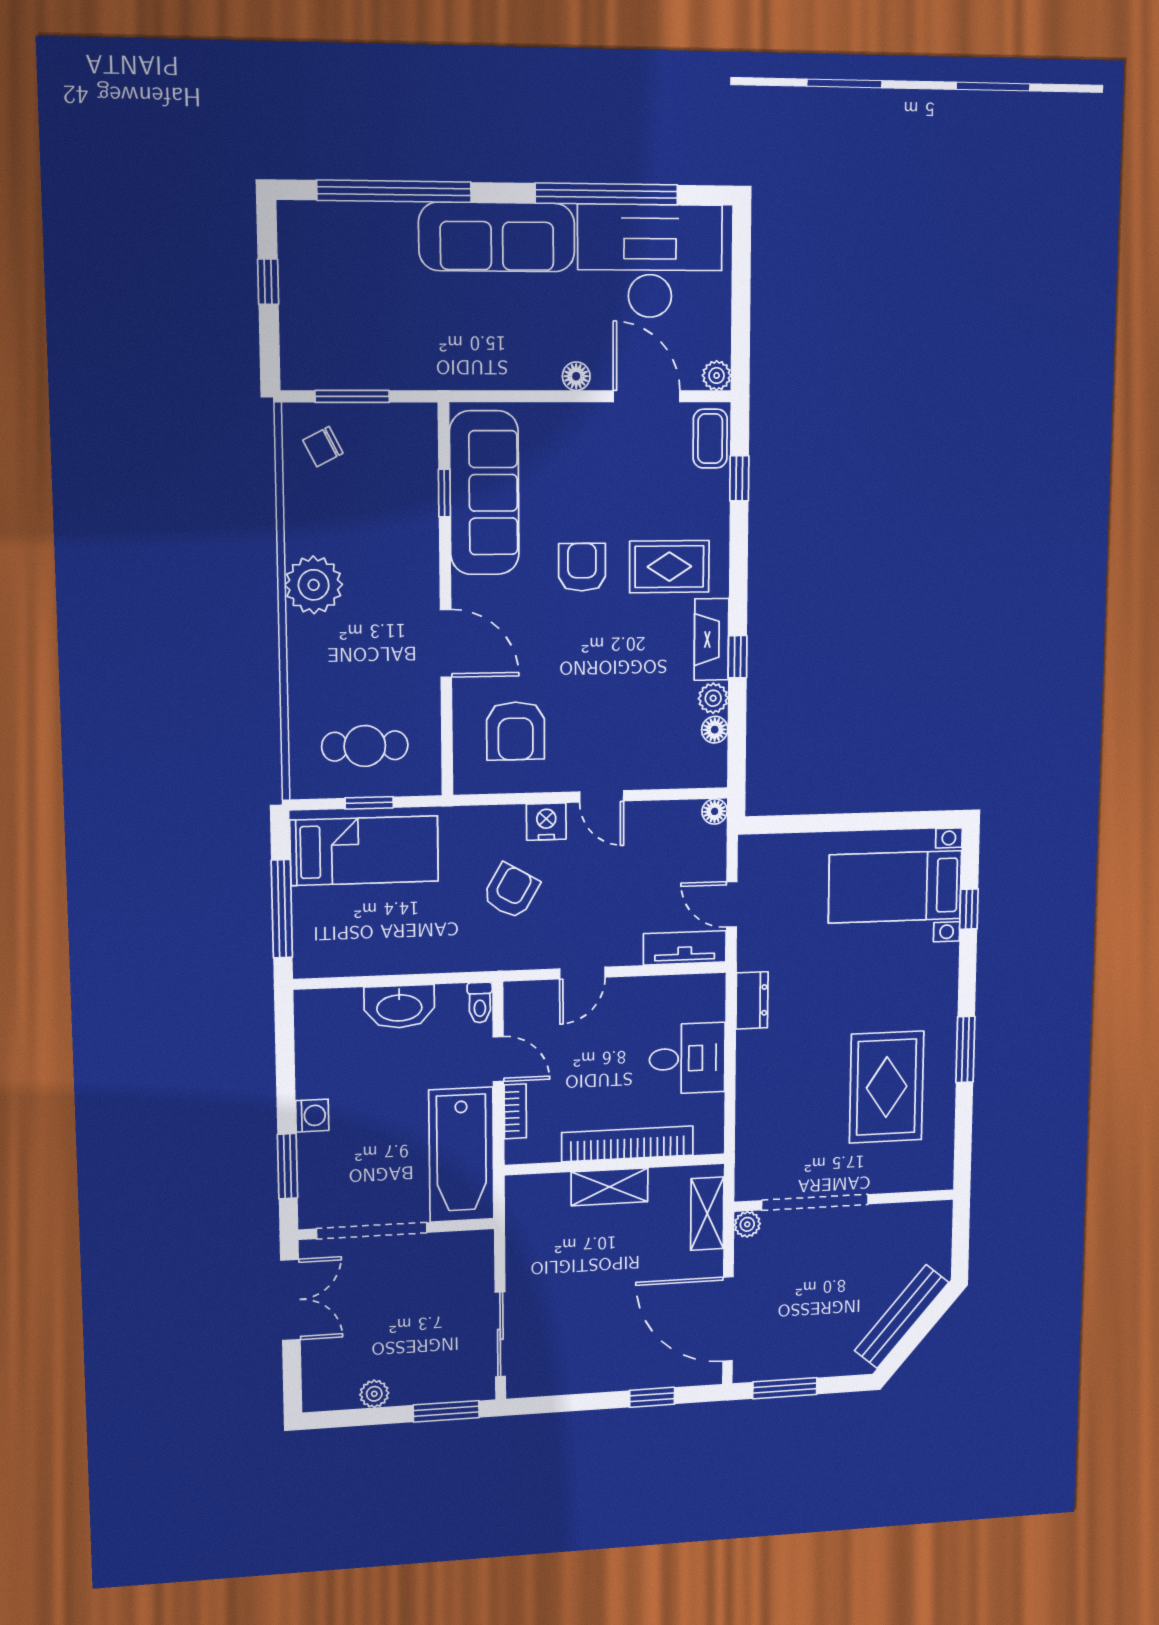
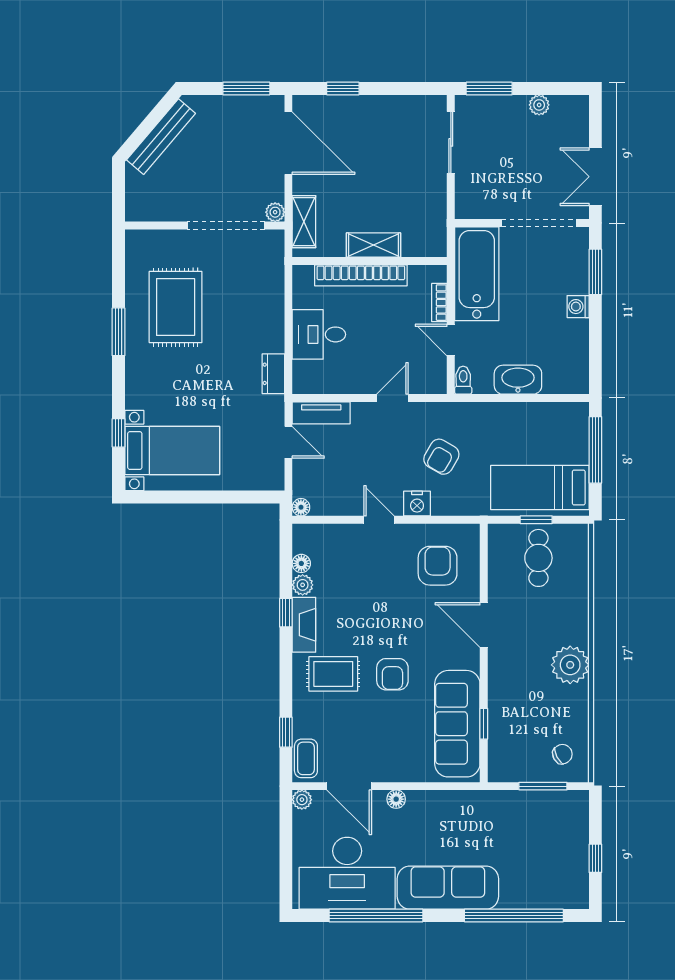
cafe table: (365, 746) -> (538, 558), turned 90

